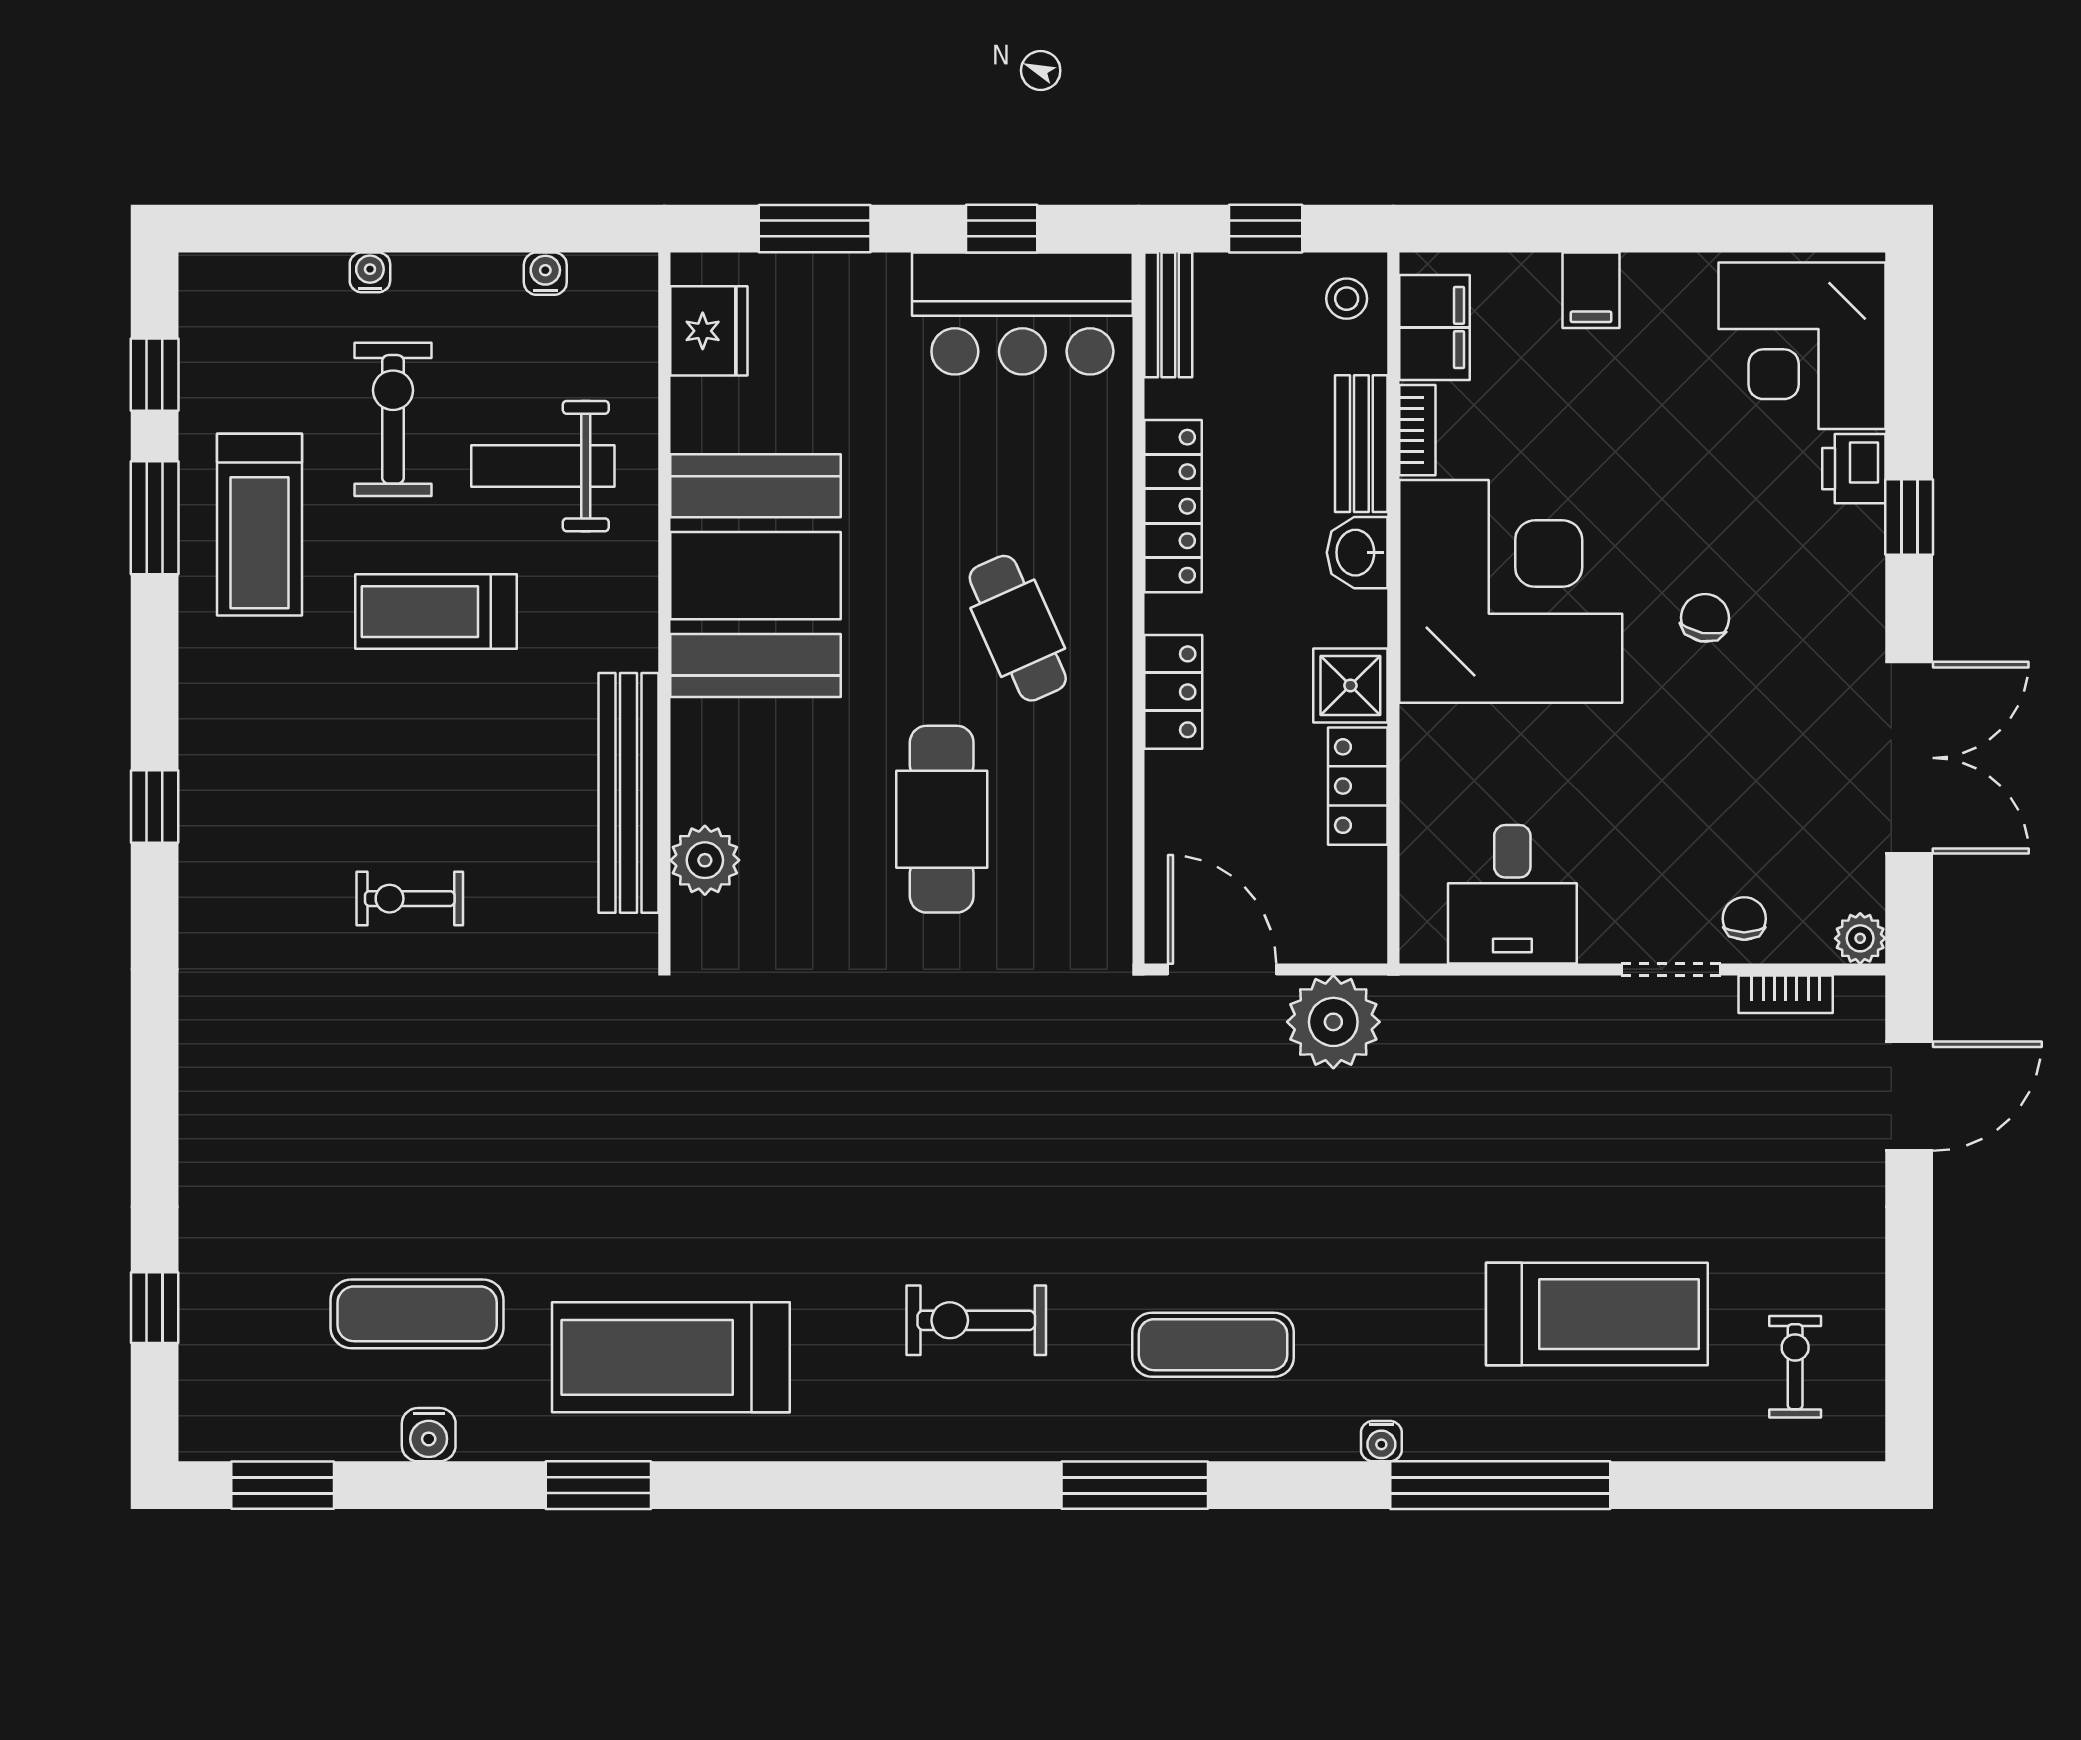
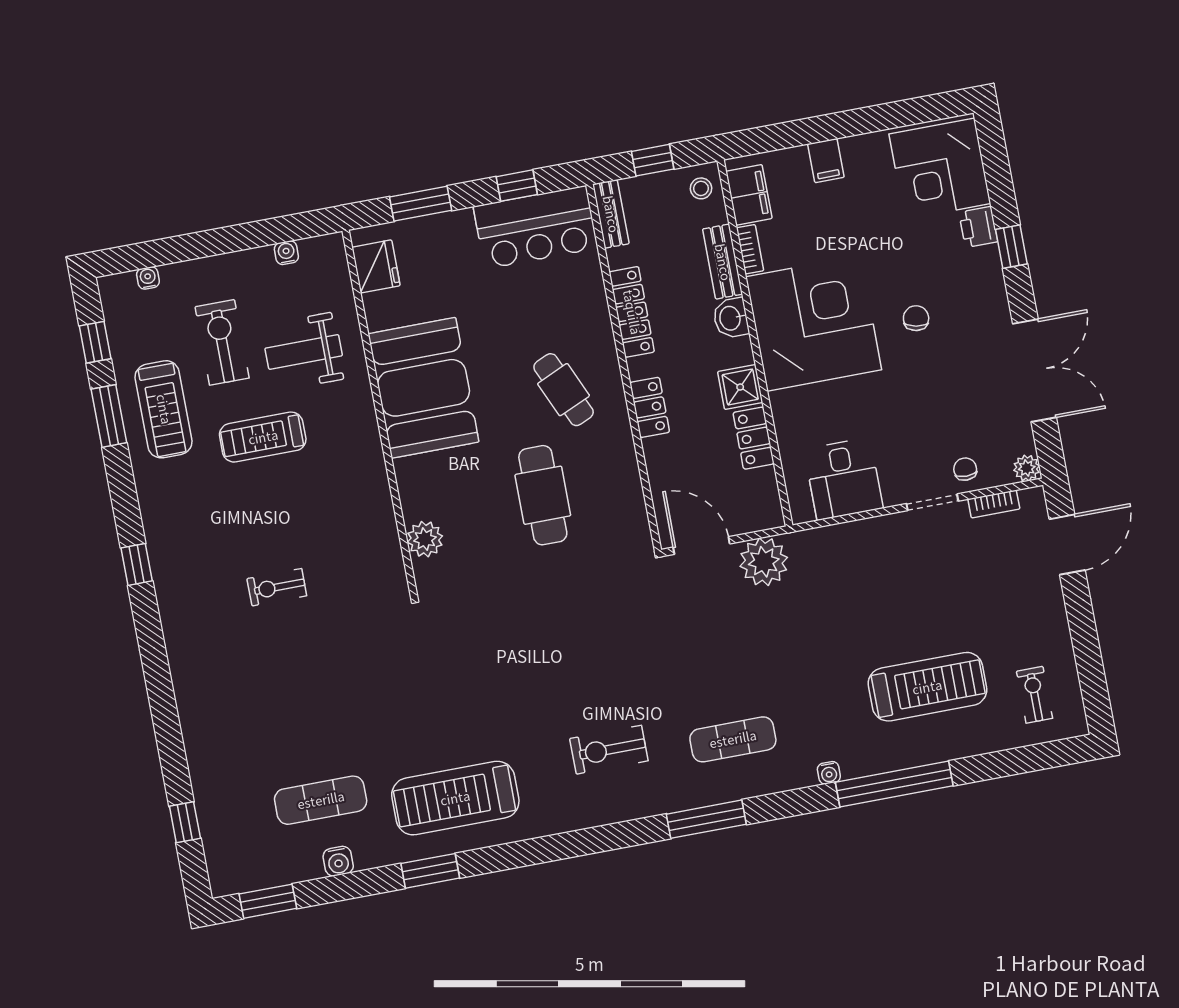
water cooler: (370, 272) -> (148, 278), moved
bench: (629, 793) -> (379, 512), removed

